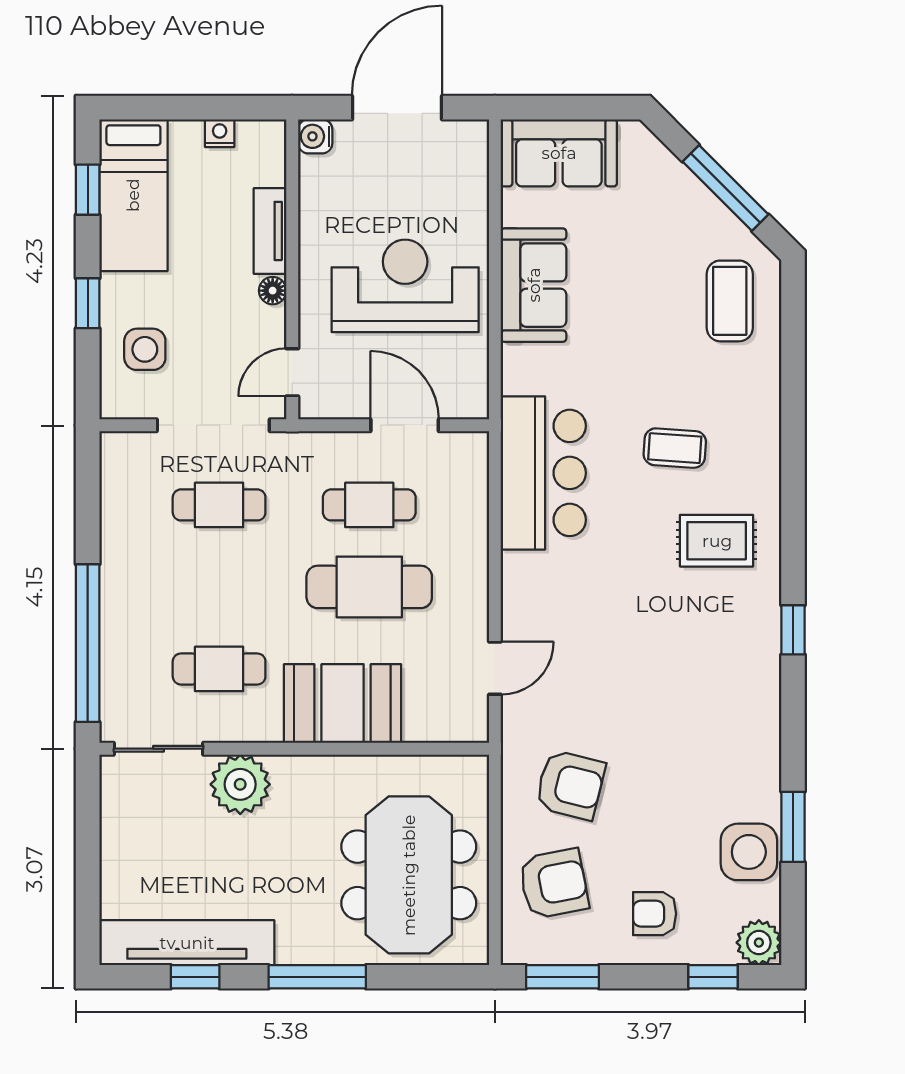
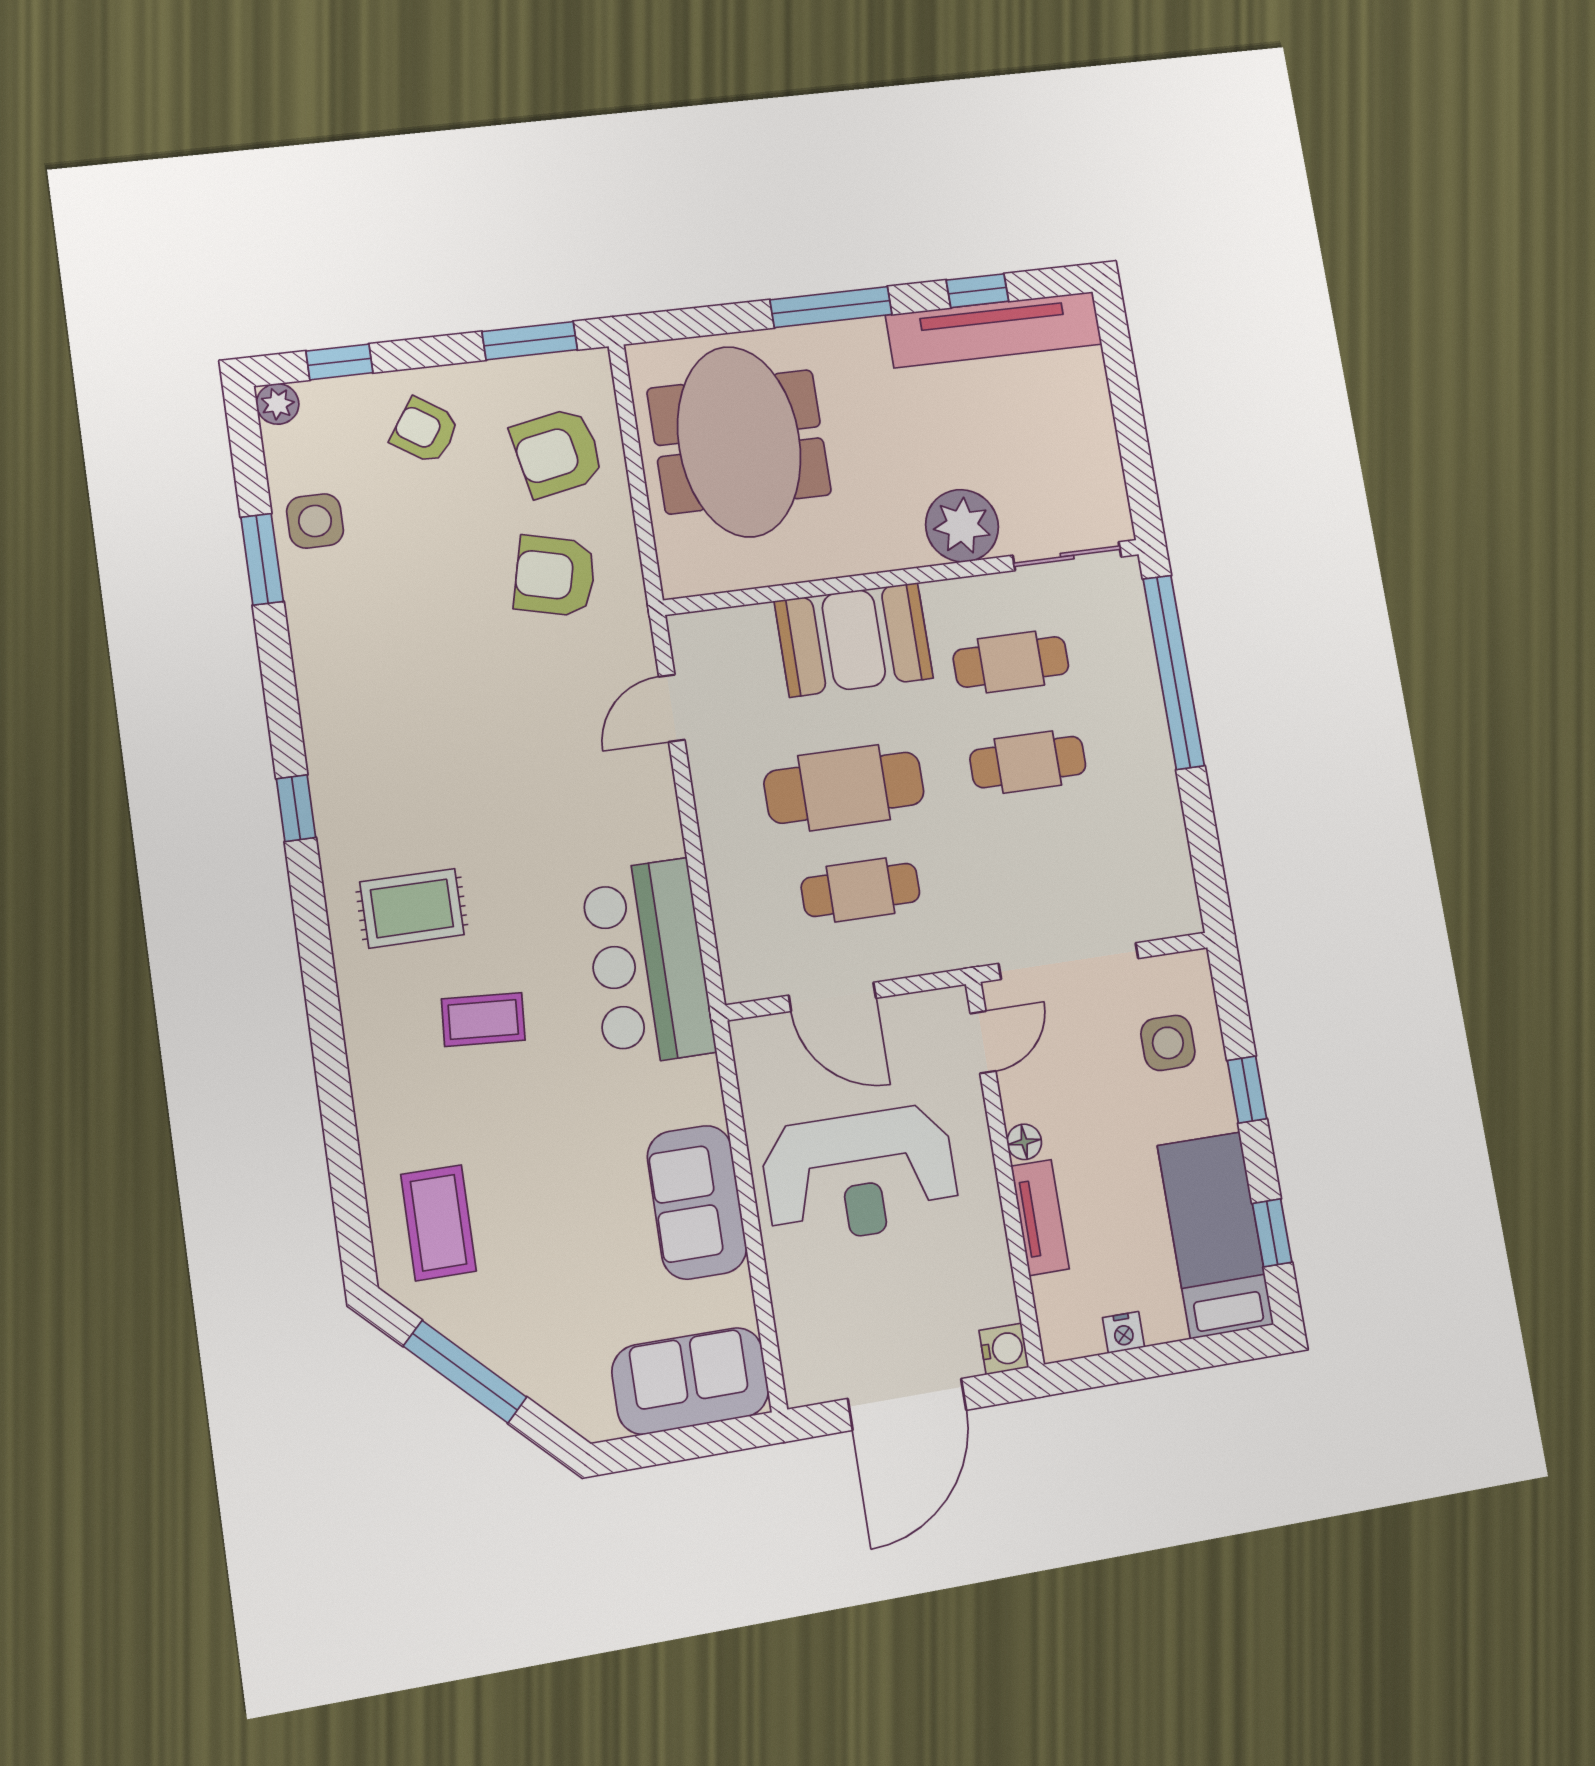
cafe table: (219, 505) -> (1028, 762), moved
side table: (749, 852) -> (315, 521), width x0.73, depth x0.73
armchair: (655, 914) -> (425, 431), turned -146
plant: (759, 943) -> (278, 404), width x0.73, depth x0.73

